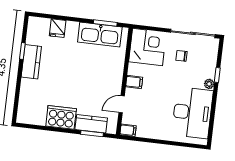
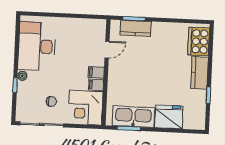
fridge: (58, 28) -> (169, 117), width x1.88, depth x1.34
kitchen counter: (31, 62) -> (199, 73), moved
cooker: (61, 117) -> (199, 41), moved, turned 90
filing cabinet: (128, 130) -> (96, 85), moved

